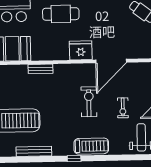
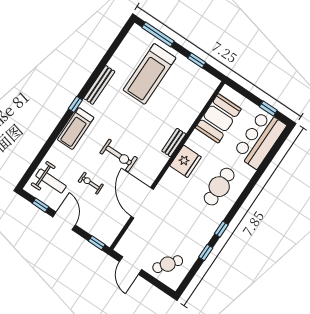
fridge: (81, 50) -> (185, 161), moved
bench: (41, 69) -> (174, 143), moved
bench: (34, 151) -> (99, 85), moved

